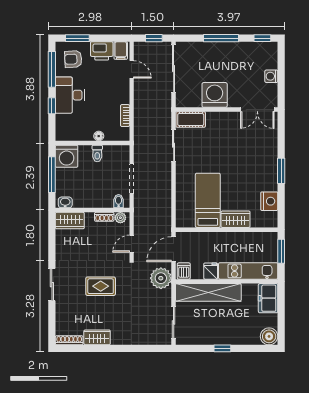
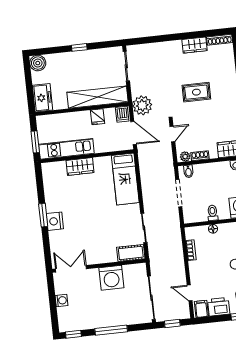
bed: (208, 200) -> (125, 179), moved
nightstand: (269, 201) -> (55, 221), moved
door: (174, 249) -> (134, 133), hinge flipped
kitchen unit: (248, 271) -> (66, 149), moved, turned 180

